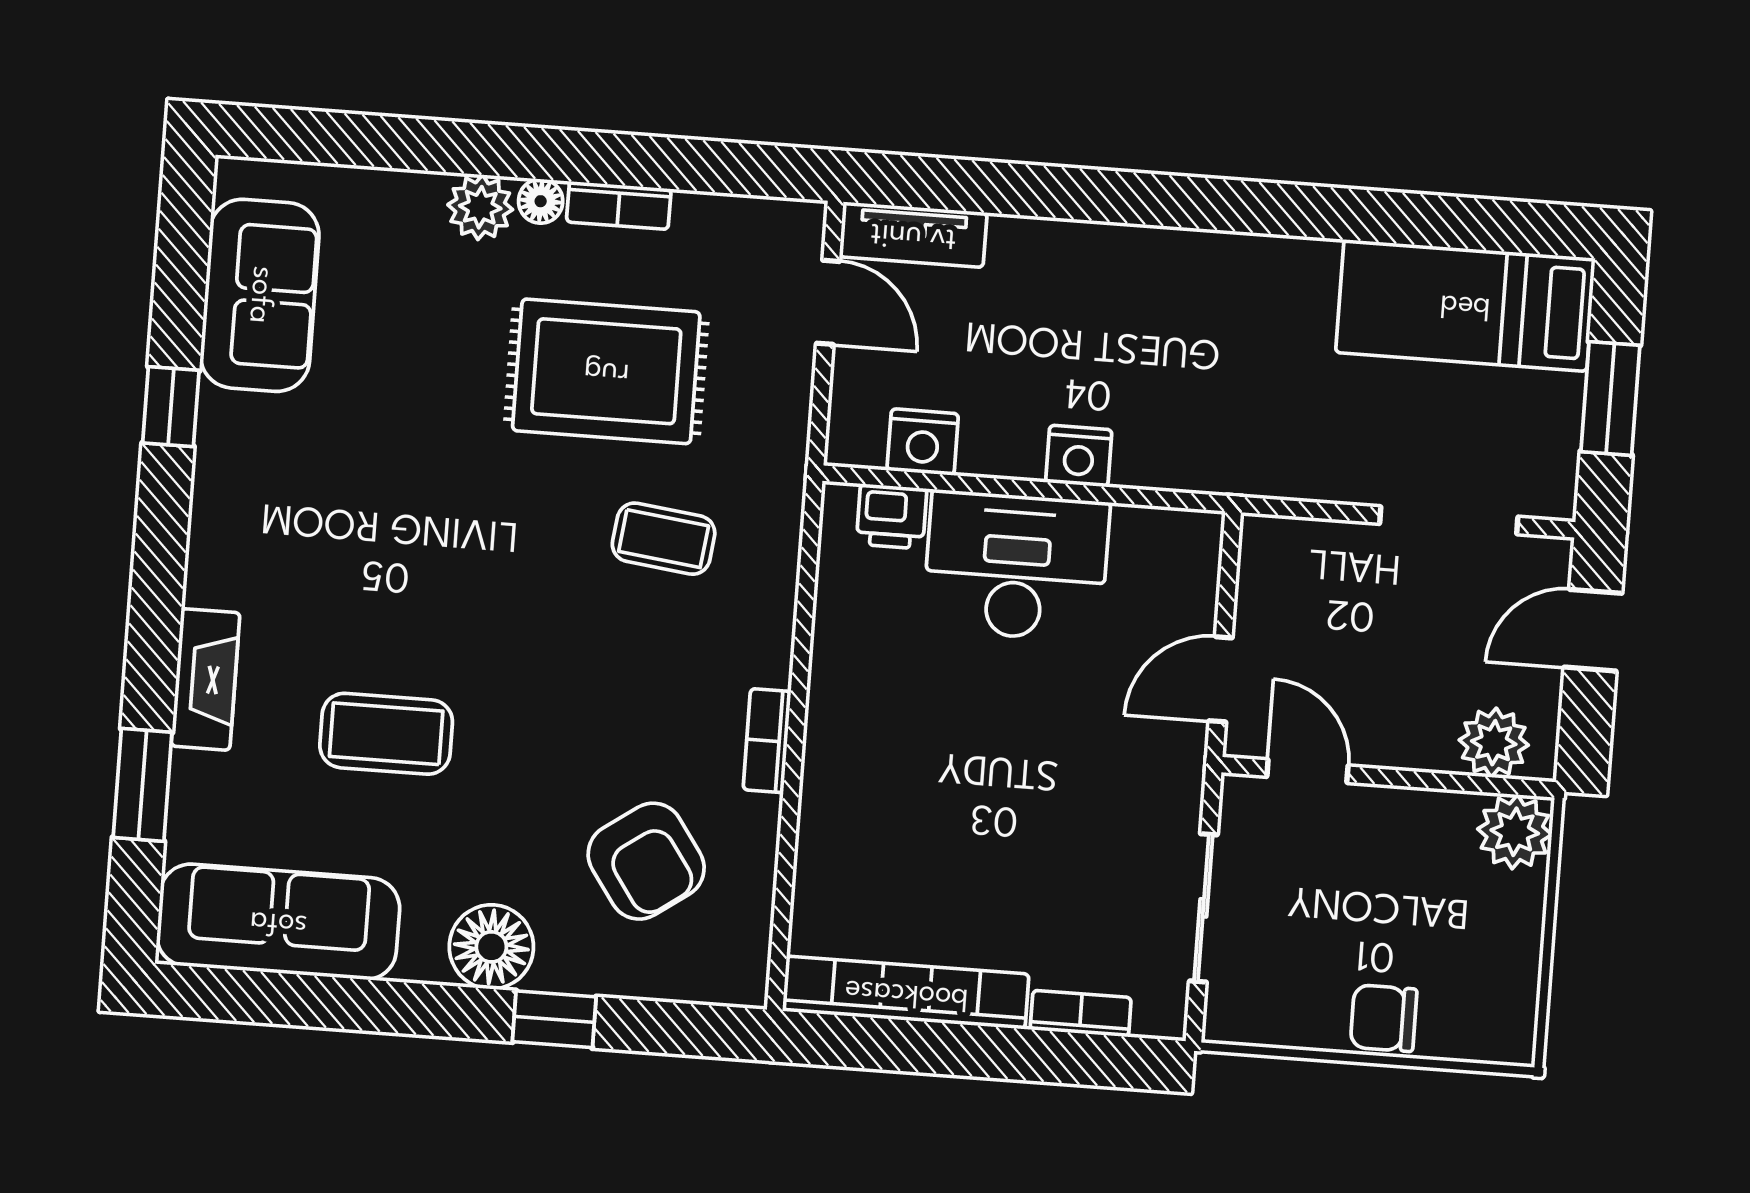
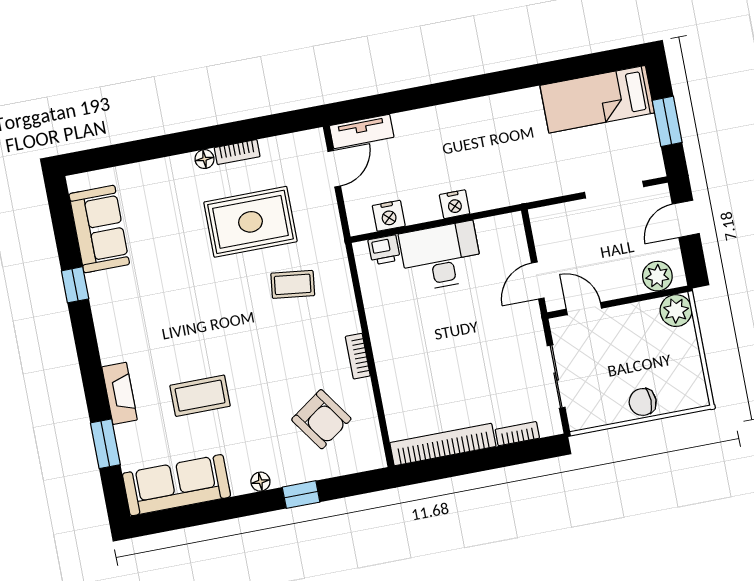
plant: (480, 207) -> (180, 168), removed
door: (828, 302) -> (334, 169), hinge flipped
floor lamp: (491, 947) -> (260, 482), width x0.53, depth x0.53

